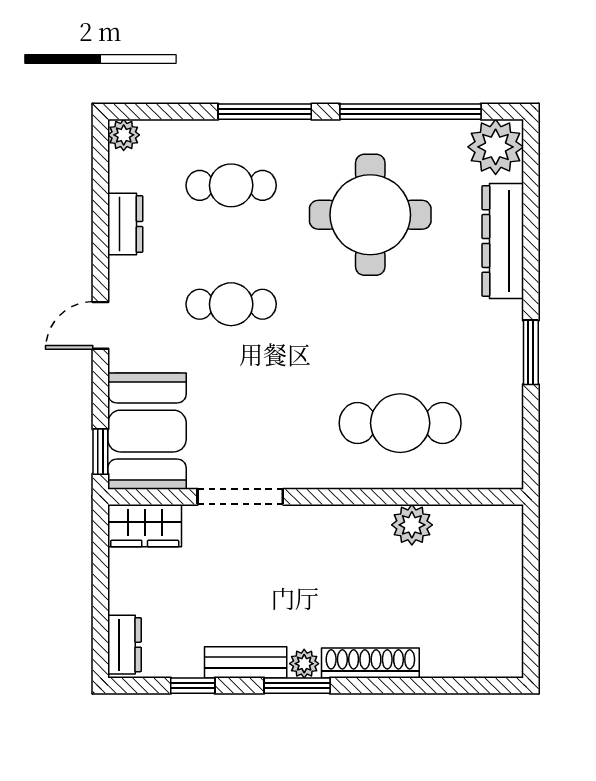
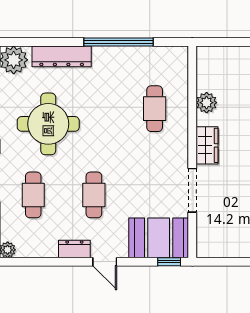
dresser: (125, 224) -> (74, 249), moved
window: (531, 352) -> (118, 42), width x2.11
cafe table: (400, 423) -> (155, 109), width x0.73, depth x0.74
wardrobe: (145, 526) -> (207, 145), moved

